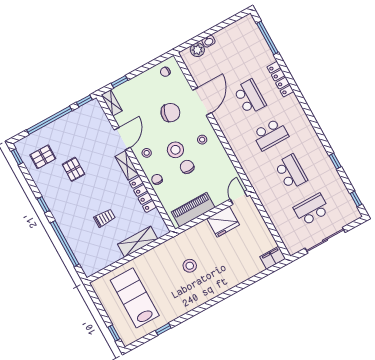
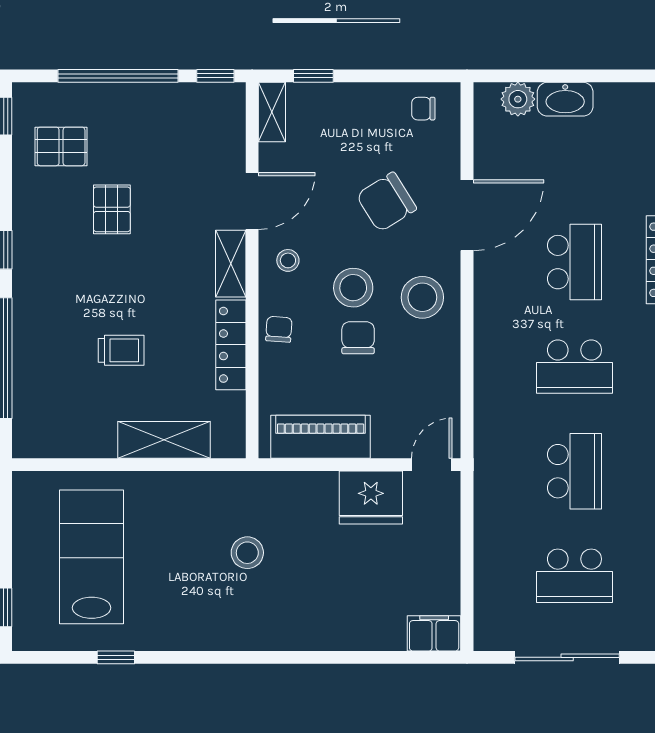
washbasin: (209, 41) -> (565, 99), width x1.91, depth x1.45
chair: (170, 113) -> (386, 202), turned 133
stool: (202, 140) -> (422, 297), width x1.89, depth x1.89
school desk: (312, 210) -> (574, 576), turned 180

